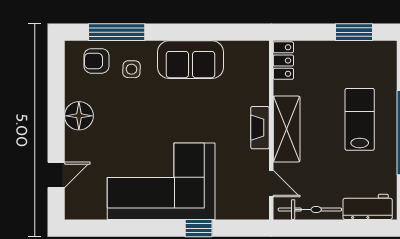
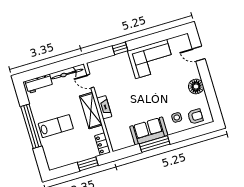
window: (117, 32) -> (155, 144), moved
window: (354, 32) -> (88, 164), moved
lab bench: (360, 119) -> (56, 126), turned -90
door: (56, 175) -> (199, 54), hinge flipped
corner sofa: (161, 181) -> (151, 59), width x0.73, depth x0.74

